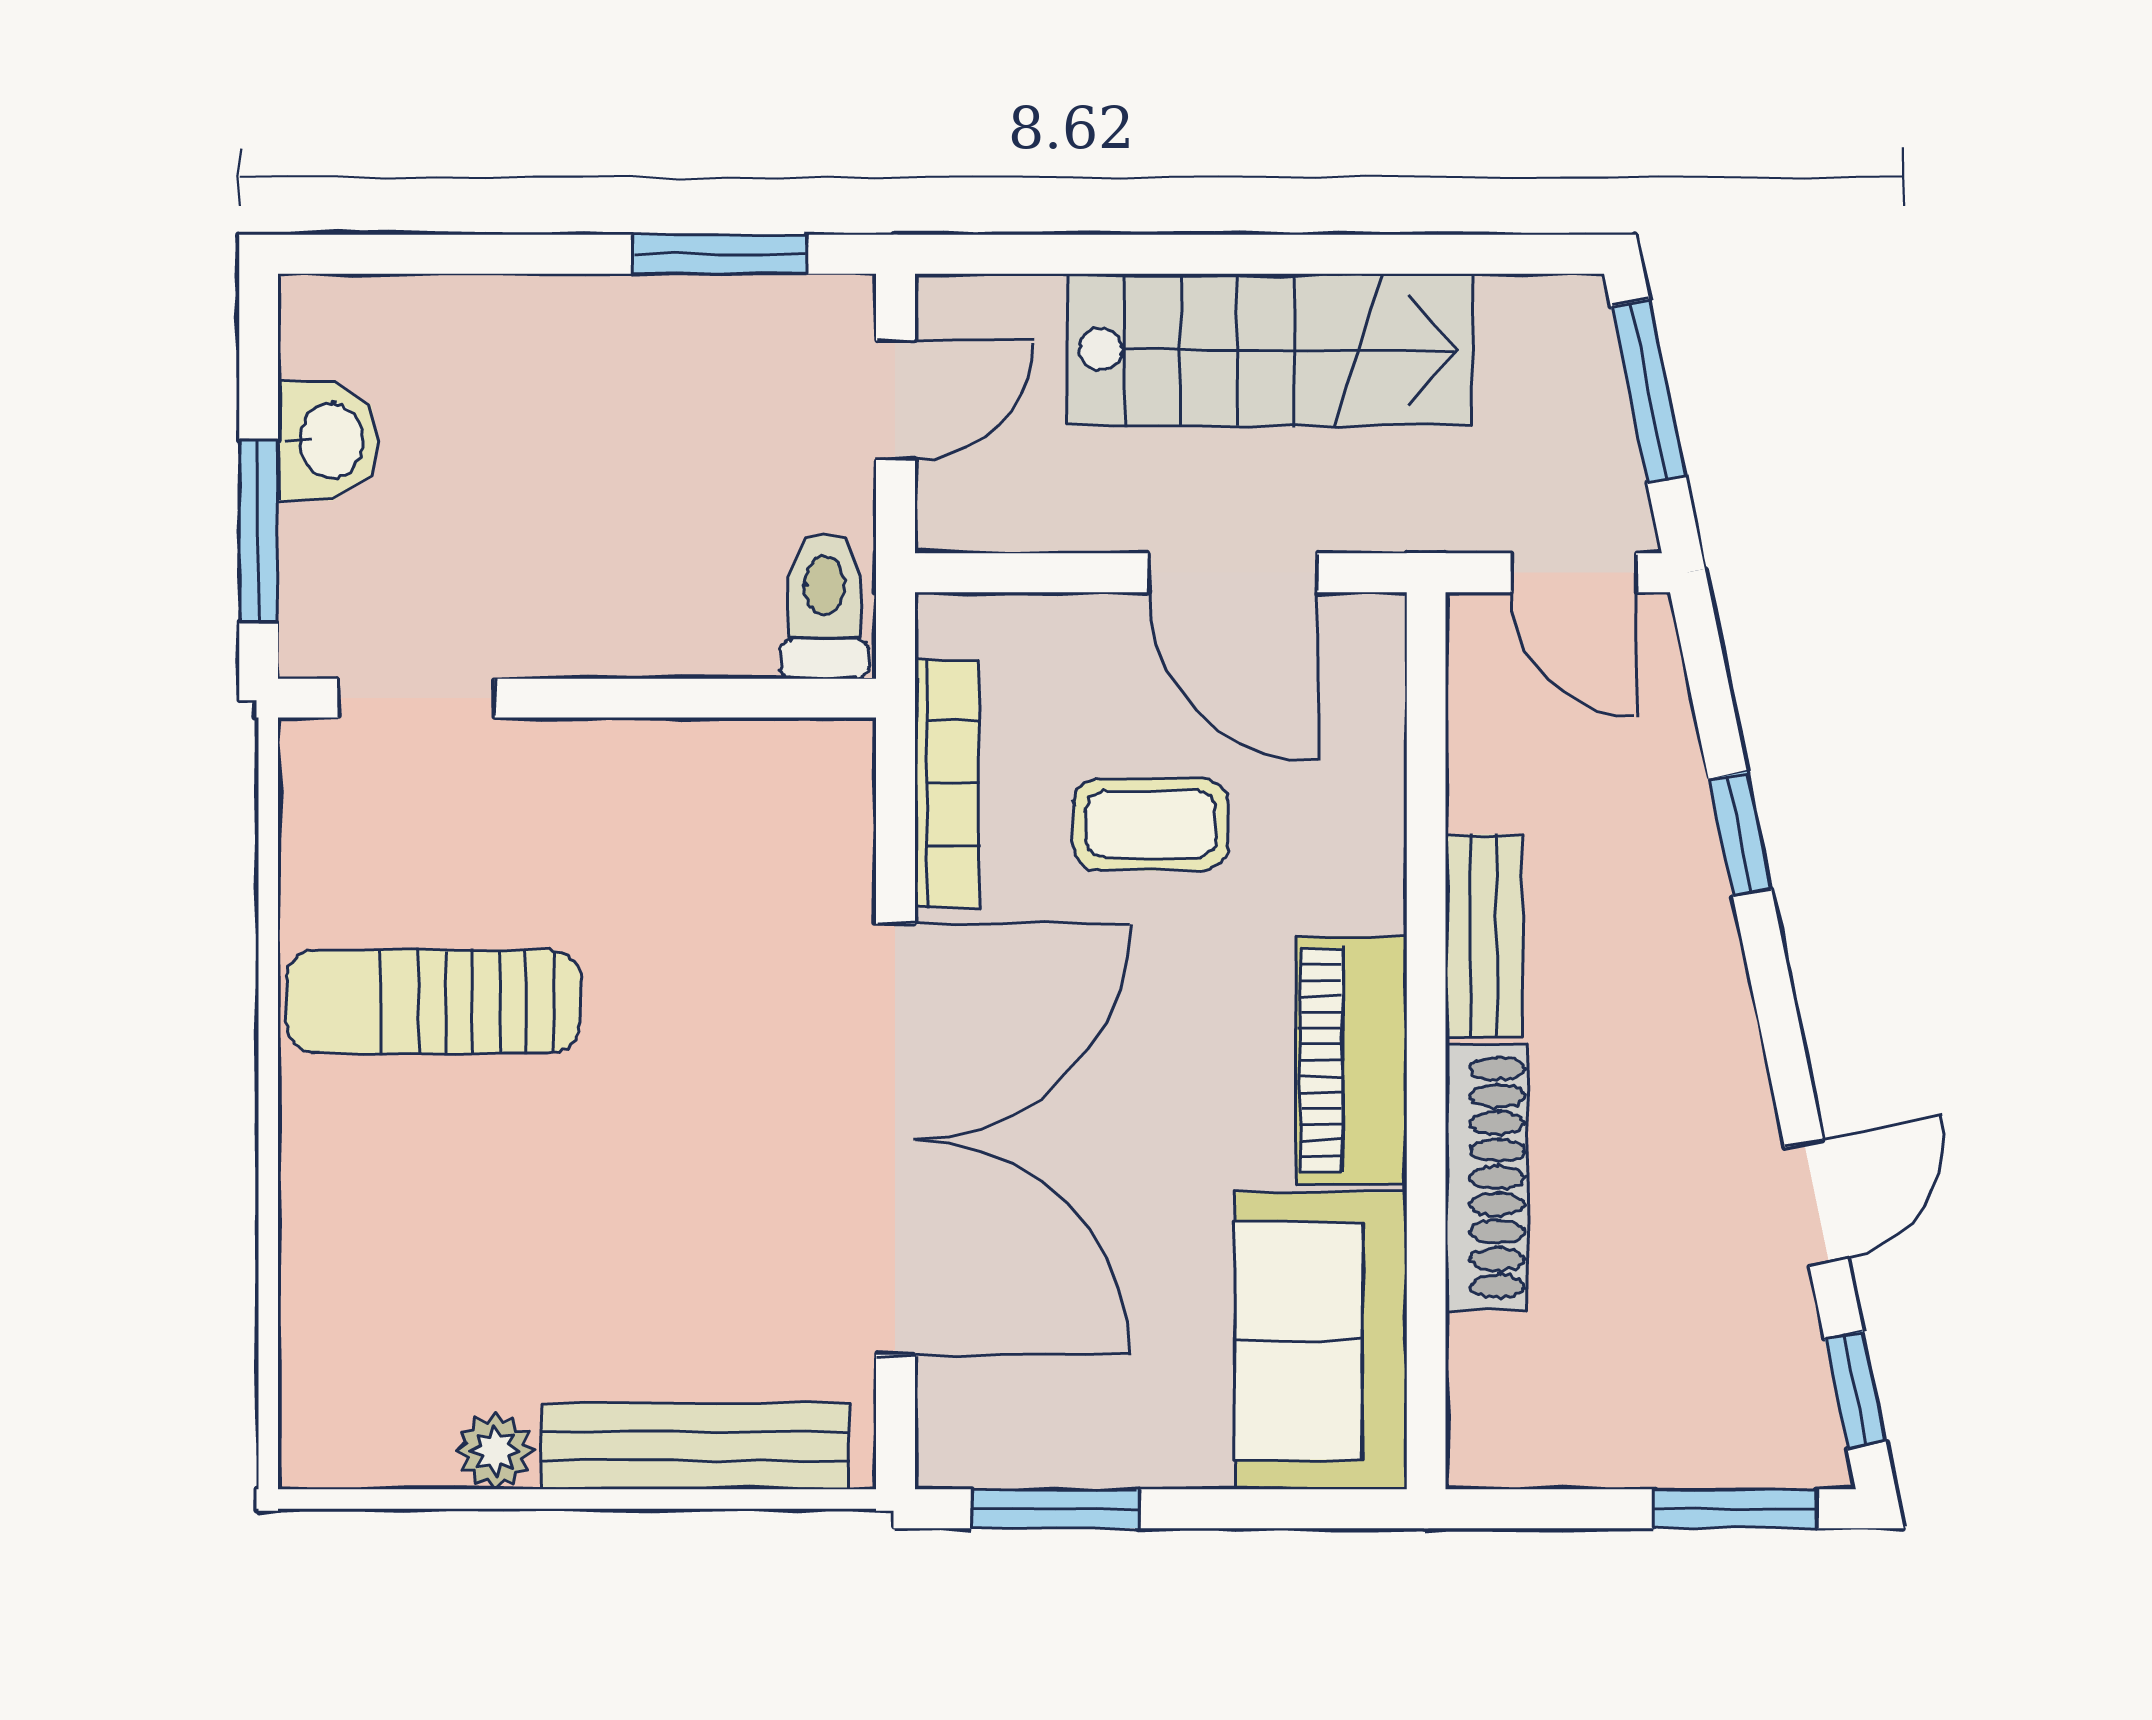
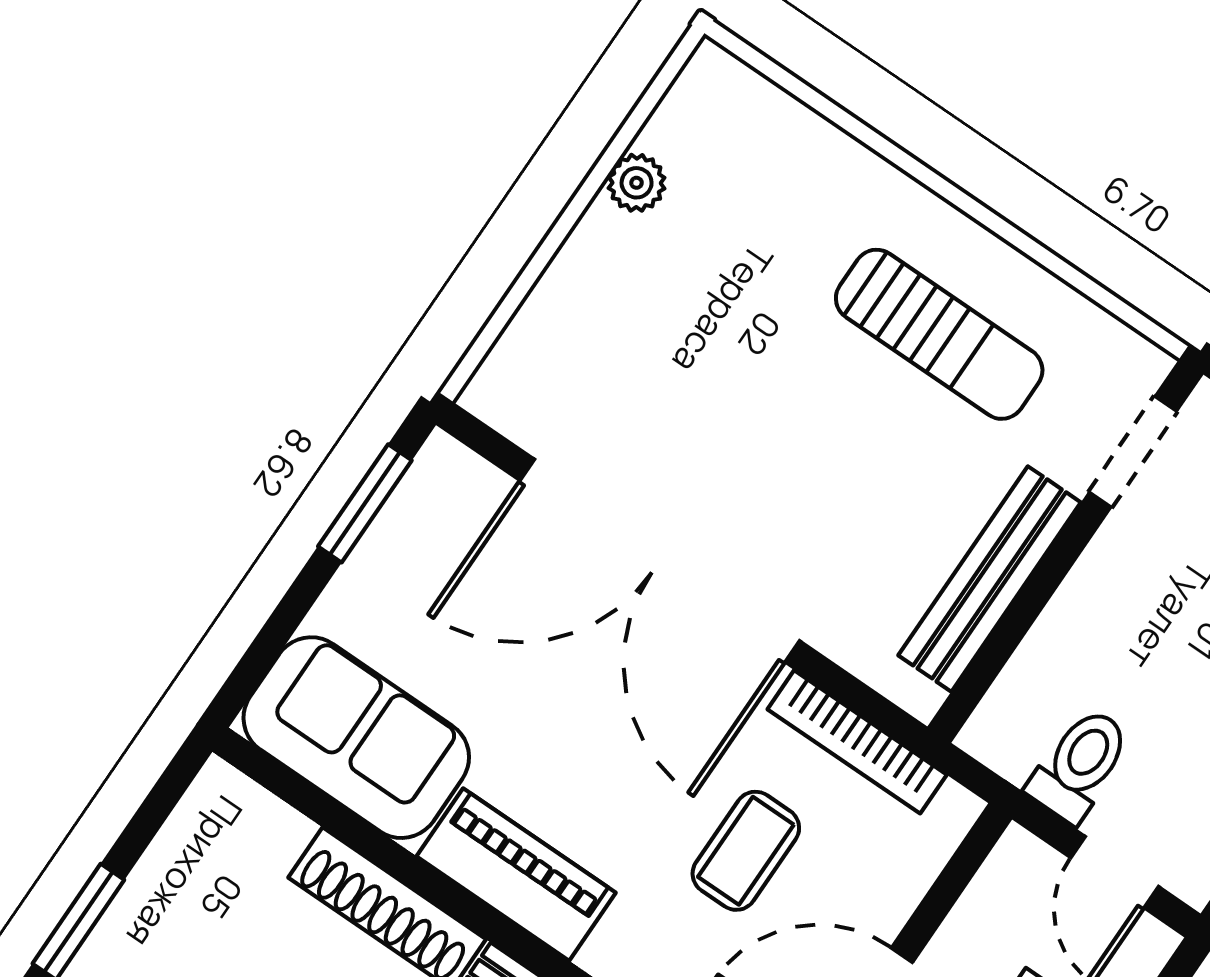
toilet: (824, 606) -> (1080, 765), moved, turned -90
sun lounger: (433, 1002) -> (939, 334), turned 90
bench: (695, 1446) -> (990, 579), moved

